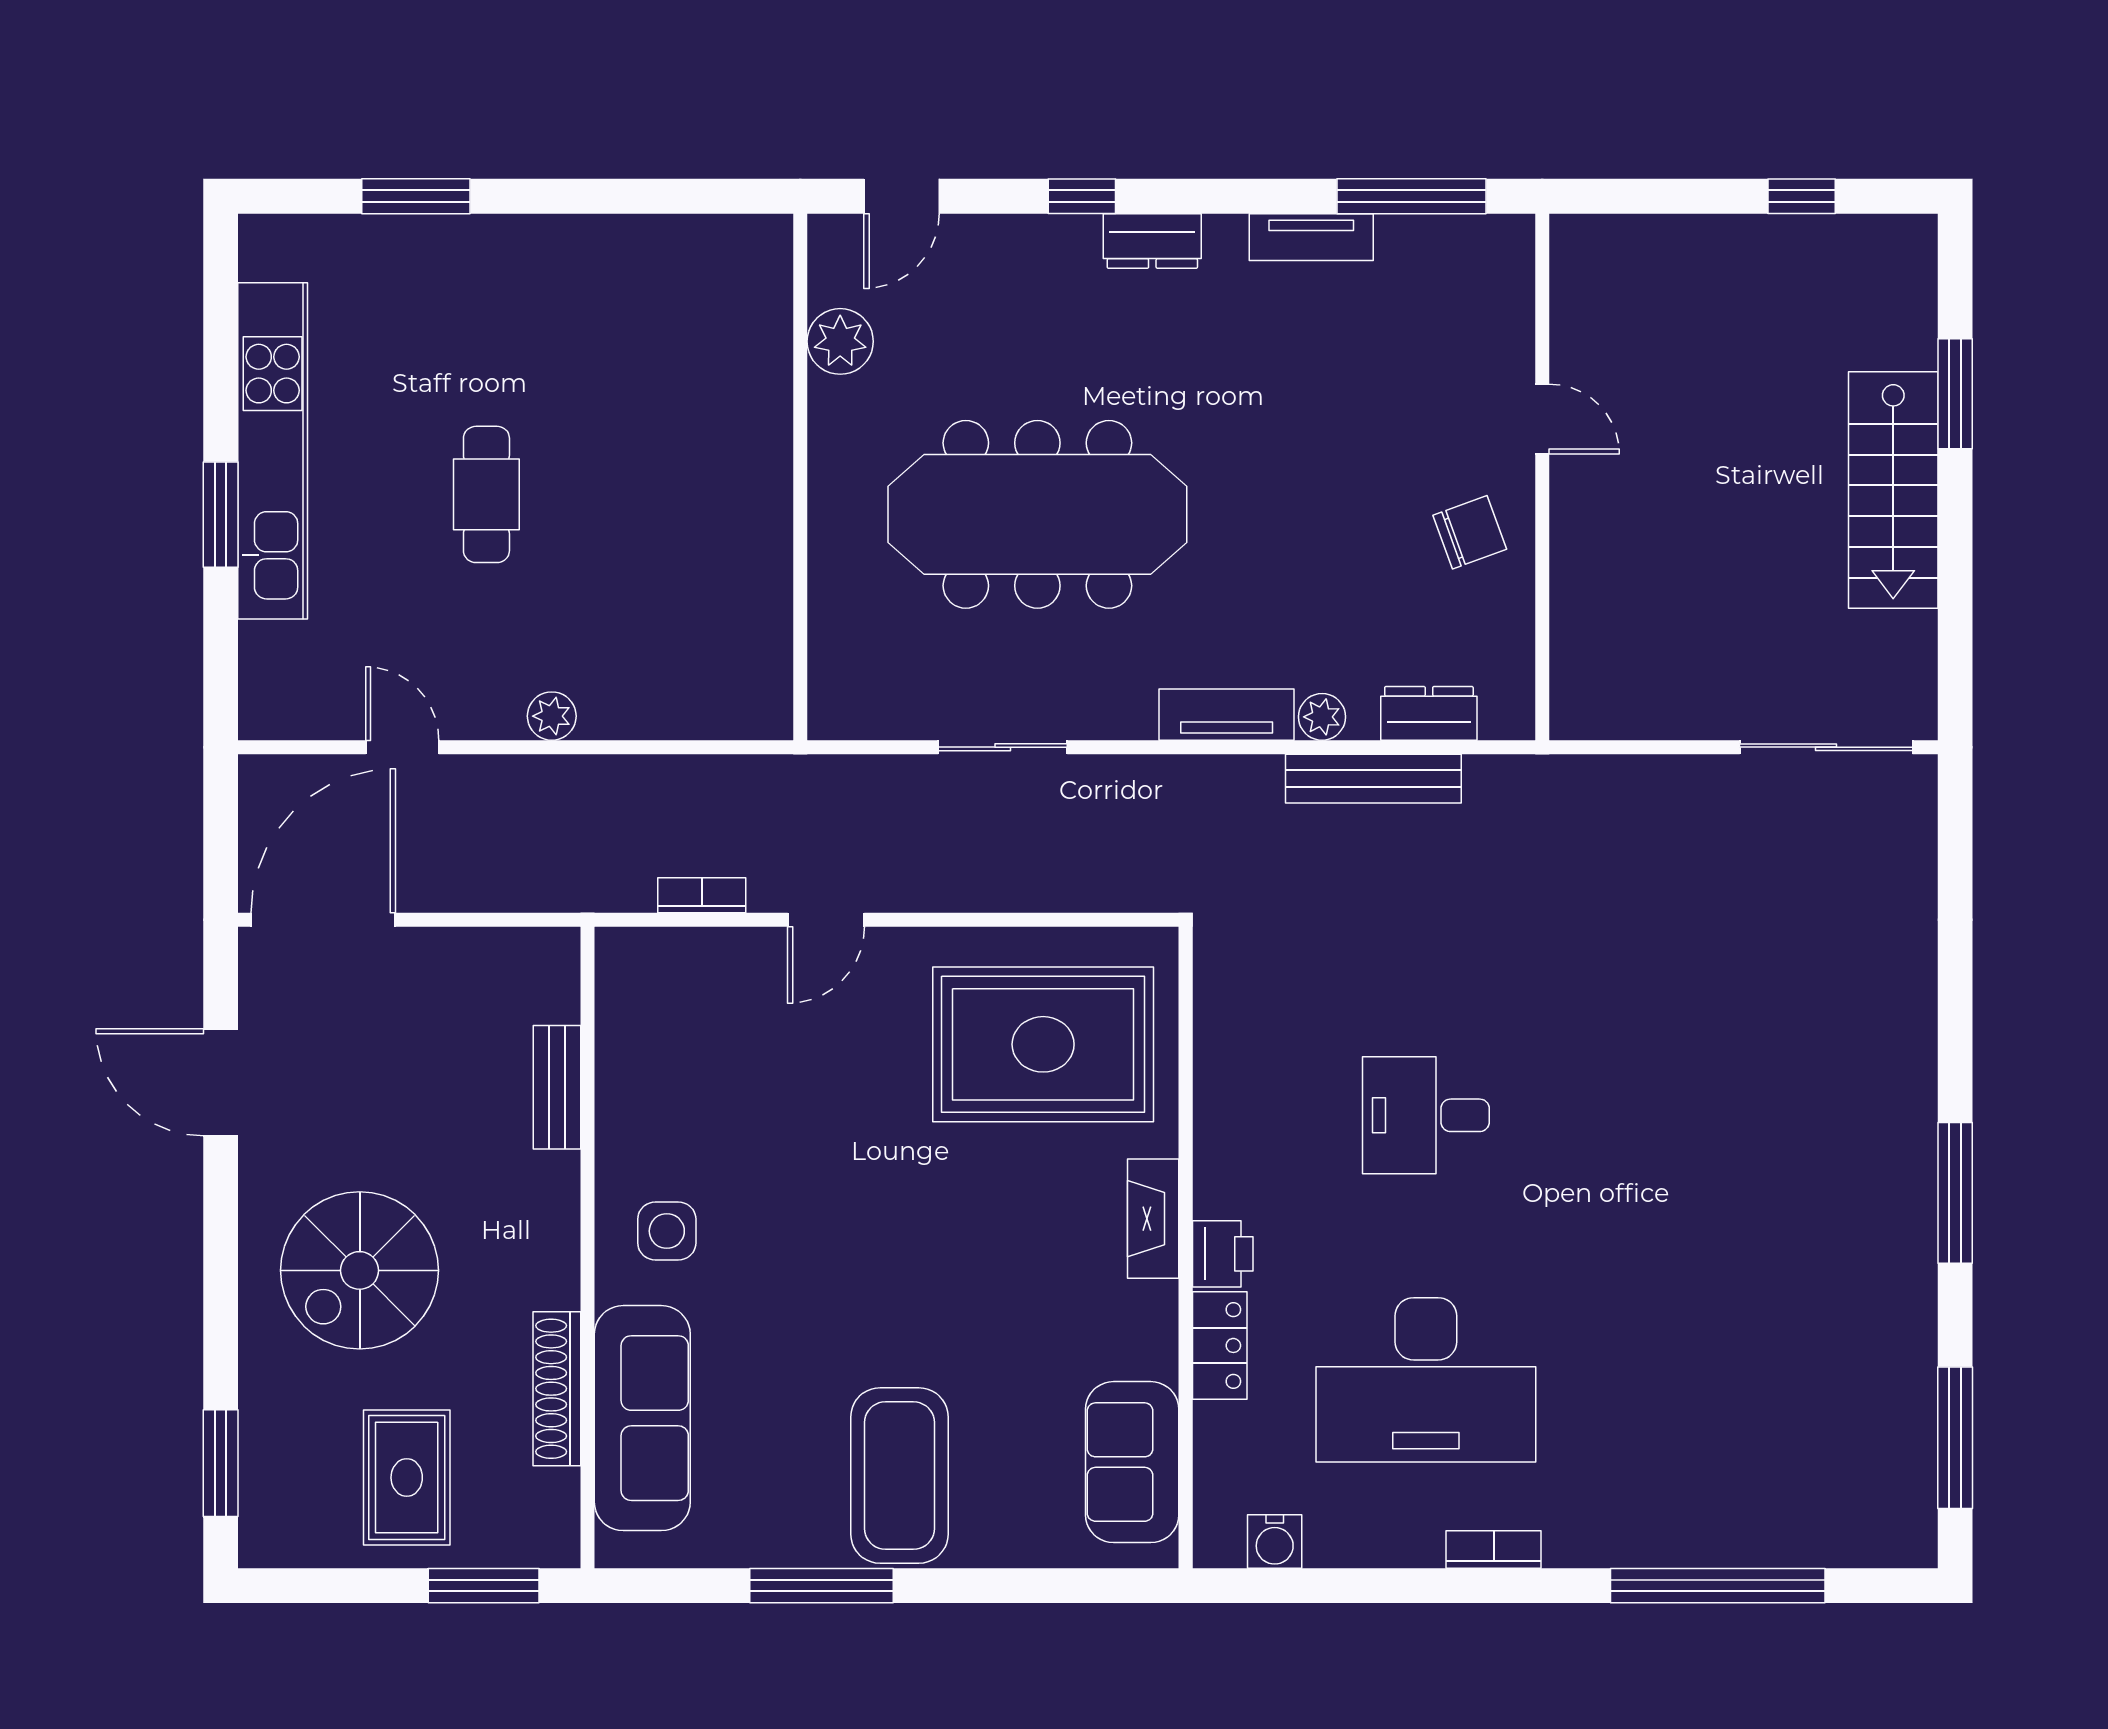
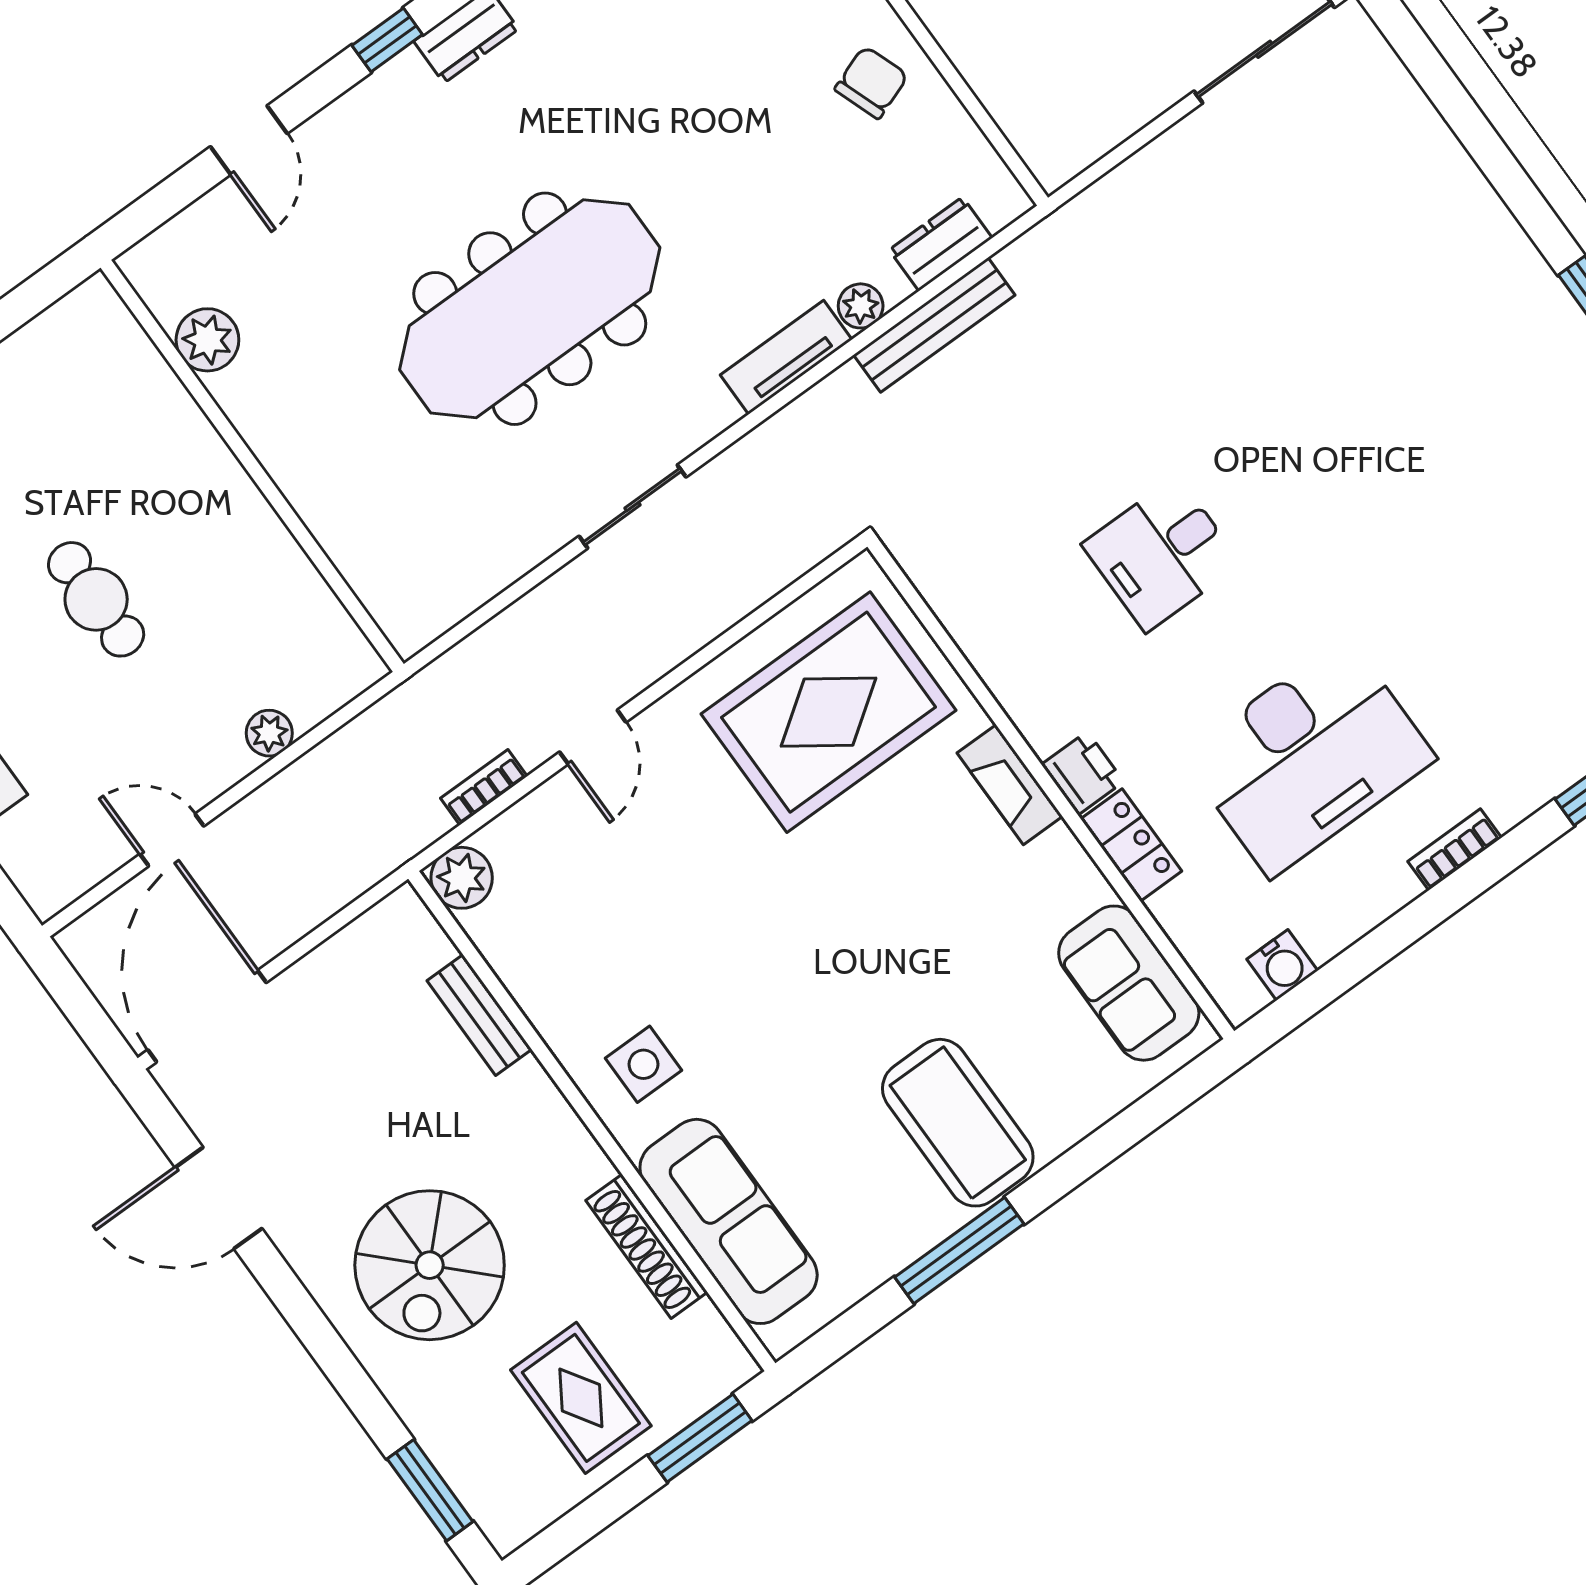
plant: (840, 341) -> (207, 340), moved
wall: (800, 477) -> (252, 466), moved
plant: (627, 959) -> (462, 878), added

